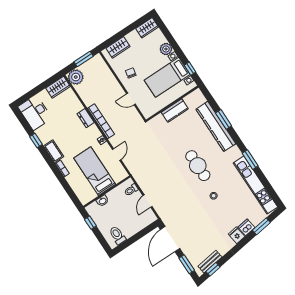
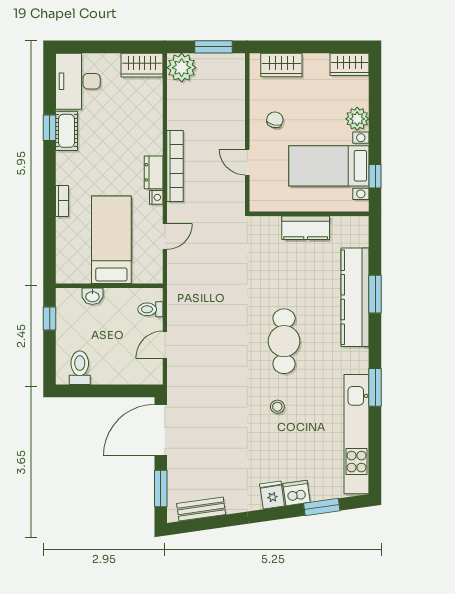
dresser: (86, 118) -> (154, 172), moved
cot: (54, 151) -> (67, 131), moved
window: (213, 269) -> (198, 525), removed

